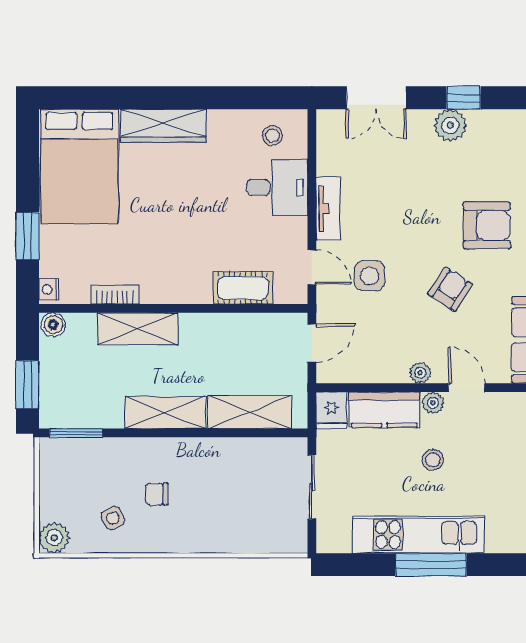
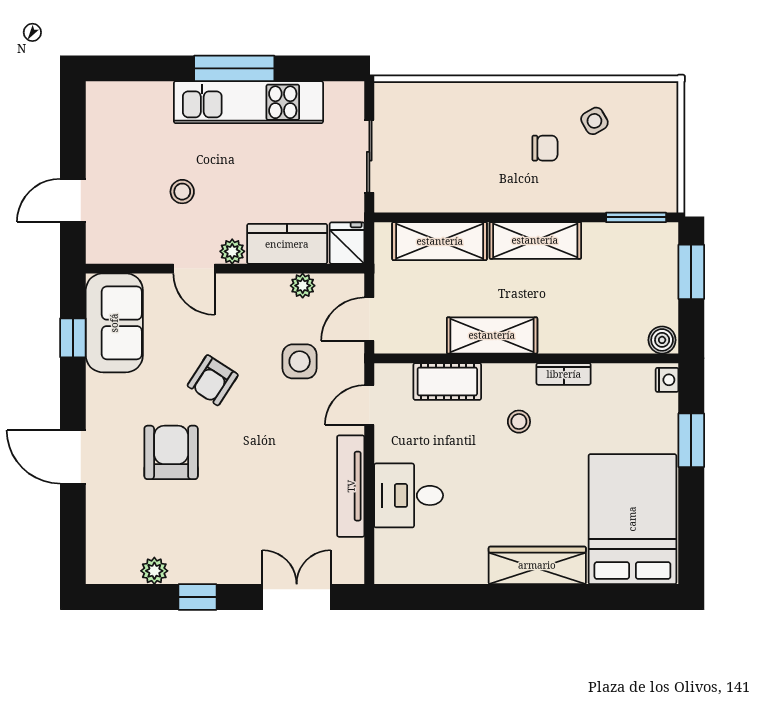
plant: (450, 125) -> (154, 571), moved, width x0.73, depth x0.73
stool: (272, 136) -> (519, 422), moved
tv unit: (328, 209) -> (351, 486), width x1.41
armchair: (487, 225) -> (171, 452), turned 90
door: (312, 267) -> (369, 405), hinge flipped
side table: (370, 276) -> (300, 361), moved
bookcase: (115, 295) -> (564, 374), moved
shelving: (138, 329) -> (492, 335), moved
plant: (420, 373) -> (303, 286), moved
stool: (433, 460) -> (182, 192), moved
plant: (54, 538) -> (661, 99), removed

